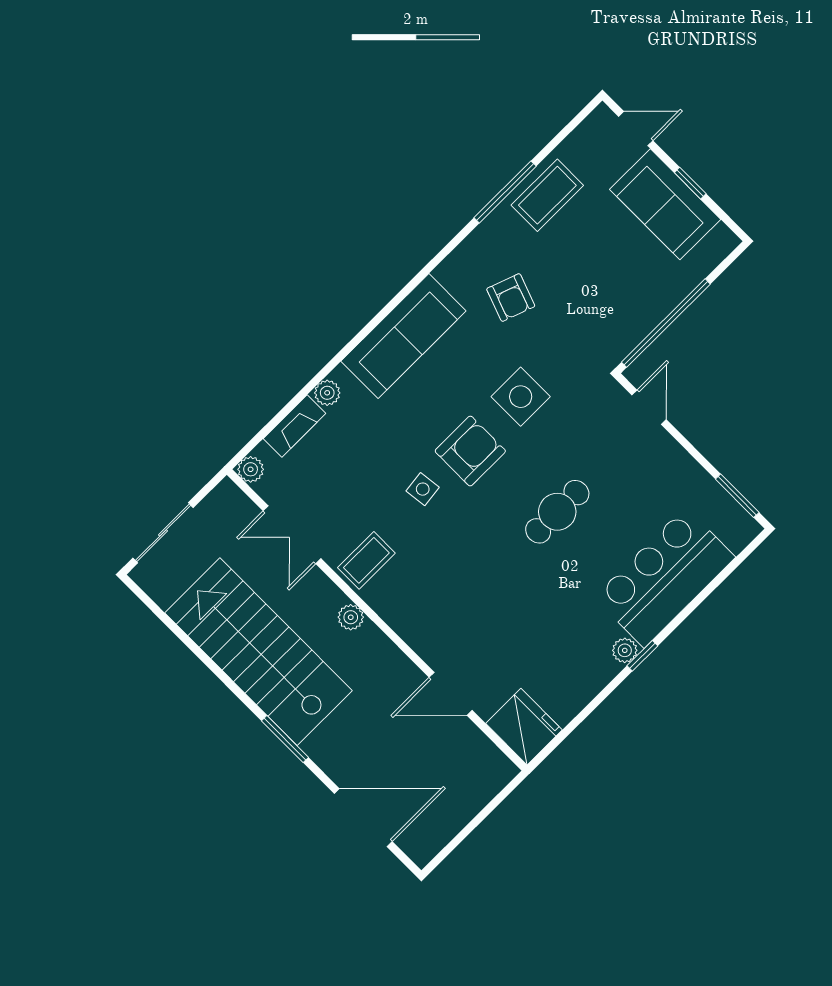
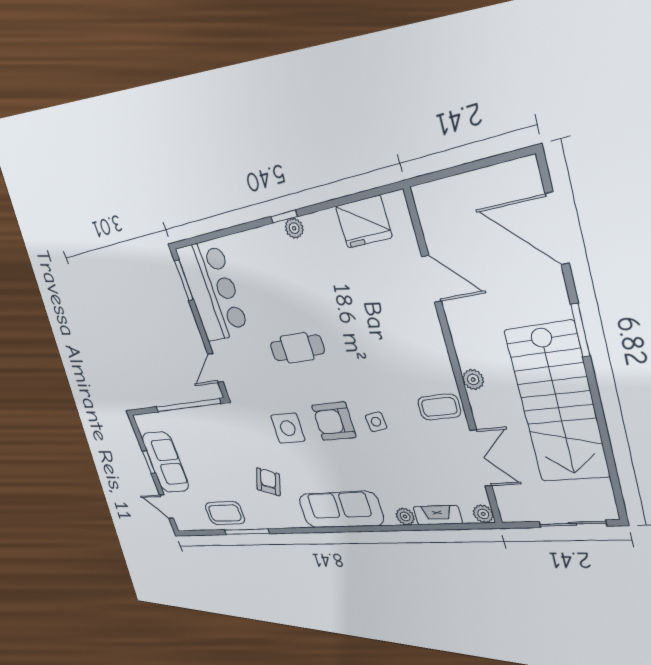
bar counter: (665, 577) -> (213, 291), moved, turned -90
fridge: (524, 727) -> (364, 222), moved, turned -90

